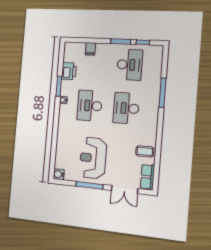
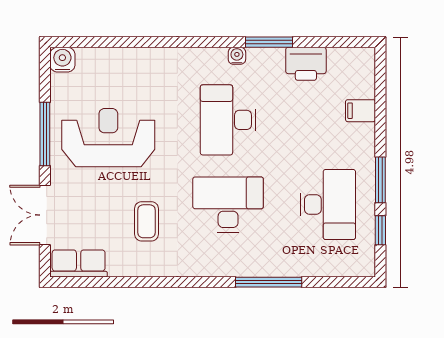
desk: (130, 65) -> (328, 204), turned -90
desk: (90, 106) -> (228, 120), turned -90
coffee table: (145, 151) -> (146, 221), moved

